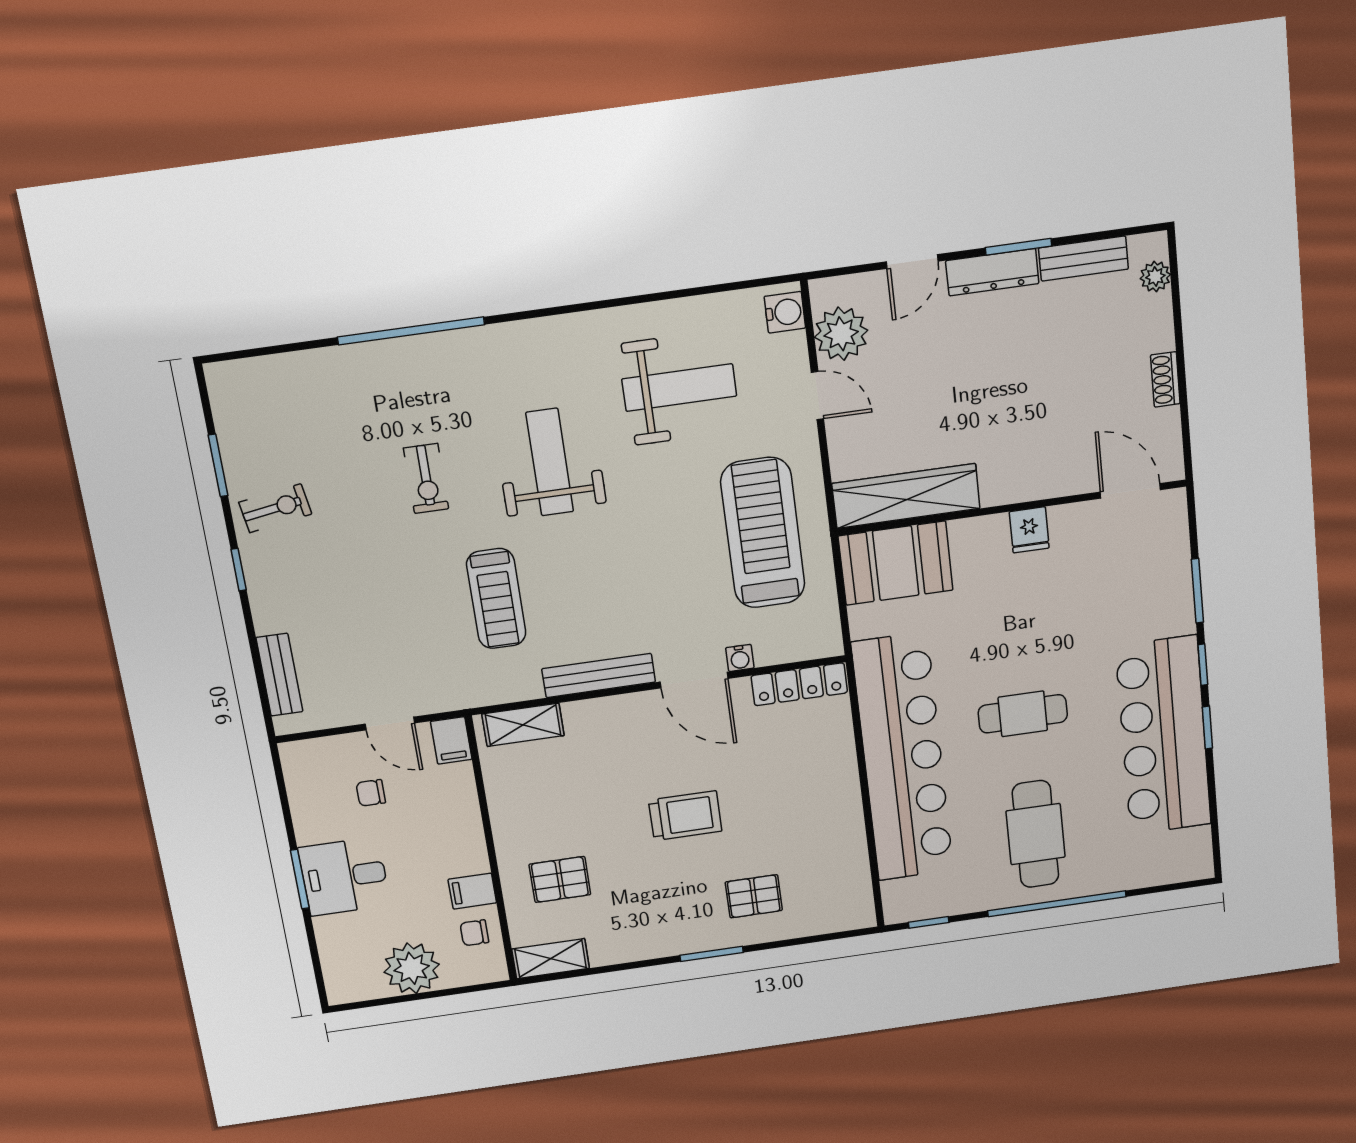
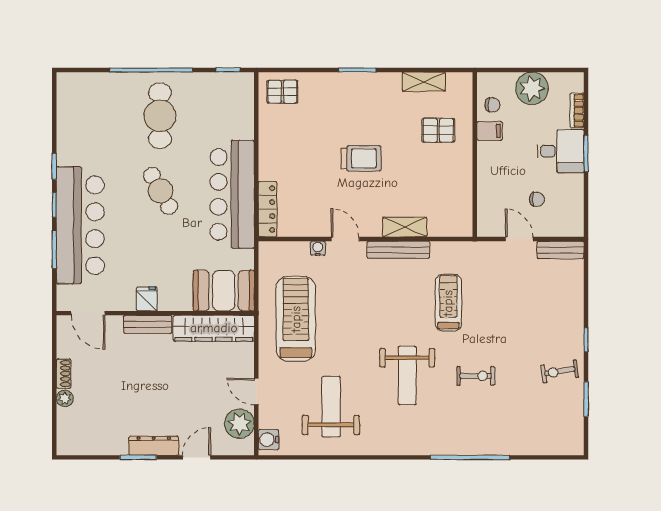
bench: (1083, 259) -> (148, 324), moved
plant: (1155, 277) -> (65, 398), moved
weight bench: (679, 388) -> (331, 407), turned 90
exercise bike: (426, 479) -> (476, 376), turned 90
treadmill: (763, 533) -> (296, 319), turned 180
bench: (279, 675) -> (561, 250), moved, turned 90
door: (694, 680) -> (345, 239), width x0.73
locker: (799, 684) -> (268, 209), moved, turned 90
cafe table: (1023, 714) -> (161, 191), turned 61
shelving: (523, 725) -> (405, 227), moved
bar counter: (1163, 736) -> (80, 225), moved
filing cabinet: (451, 740) -> (487, 224), removed
bar counter: (903, 758) -> (232, 194), width x0.73
trolley: (685, 816) -> (361, 158), turned 180
pallet: (754, 896) -> (282, 92), moved
bookcase: (329, 945) -> (577, 110), added
shelving: (551, 959) -> (424, 82), moved

